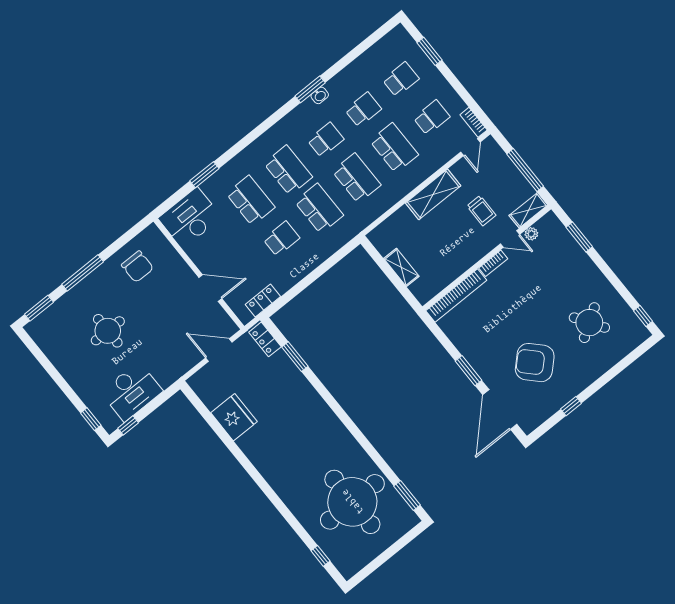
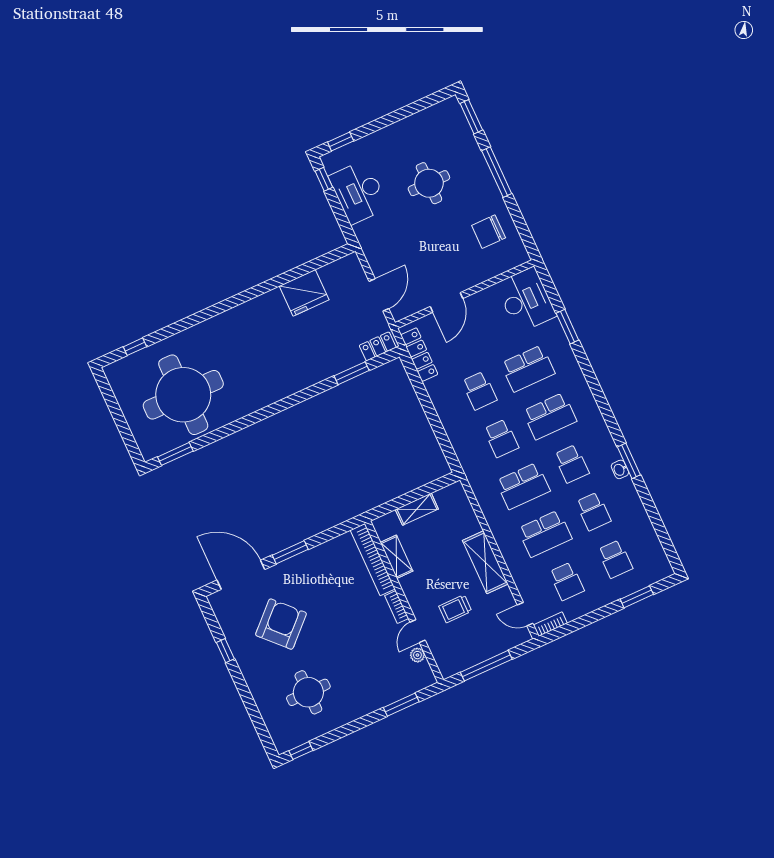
school desk: (319, 208) -> (501, 438), width x0.54
shelving: (528, 210) -> (397, 557), moved
locker: (263, 301) -> (419, 355), width x1.53
round table: (589, 323) -> (308, 692), turned 33

